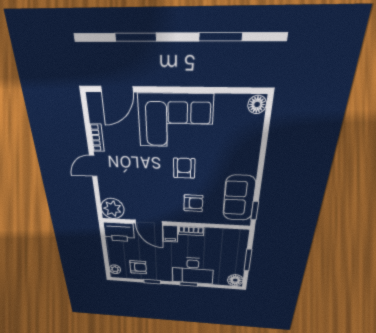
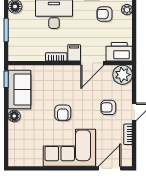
floor lamp: (257, 104) -> (14, 116), moved
armchair: (193, 203) -> (108, 107), moved
door: (149, 222) -> (92, 63), swing flipped

